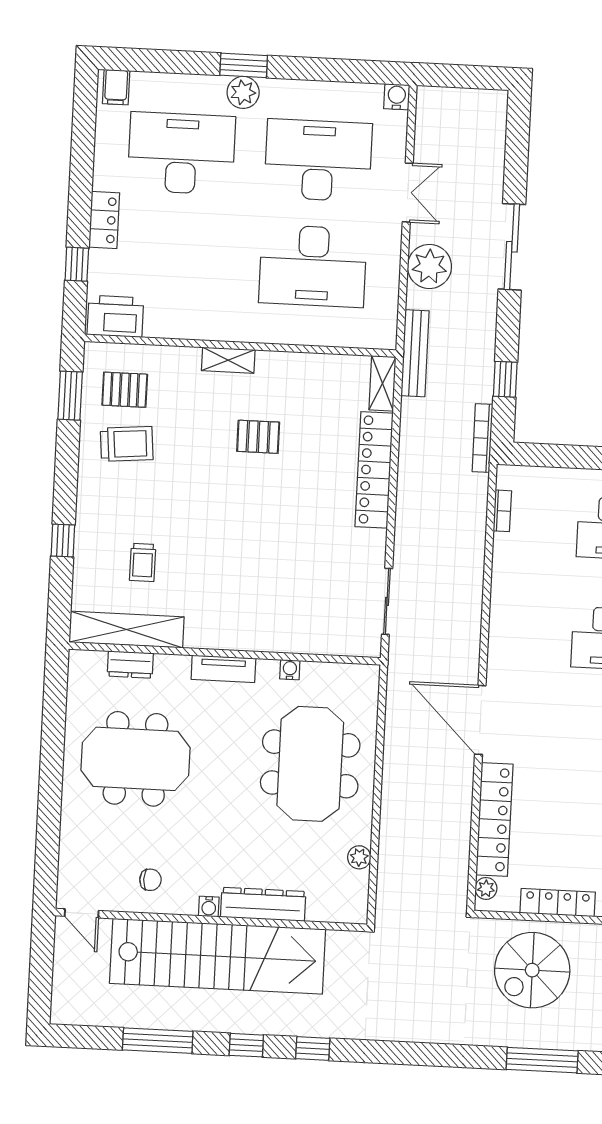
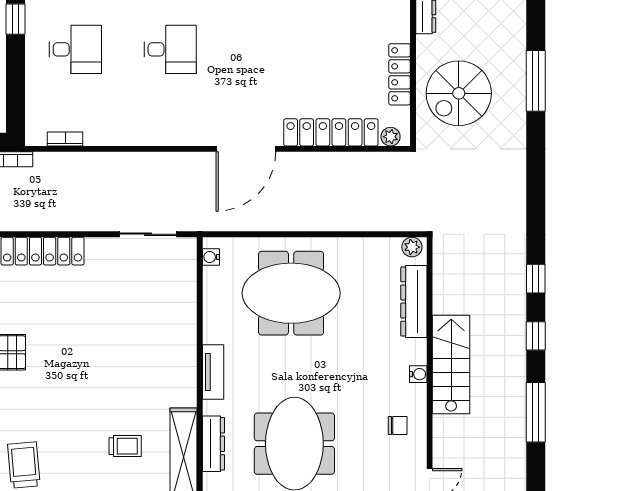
dresser: (130, 665) -> (214, 444), width x1.44
water cooler: (290, 670) -> (211, 257), moved
plant: (359, 857) -> (412, 247), moved
chair: (150, 880) -> (398, 426), turned 90
dresser: (263, 904) -> (414, 302), moved
stairs: (218, 956) -> (451, 364), width x0.54, depth x0.66
spiral stairs: (532, 970) -> (459, 93), turned 90

